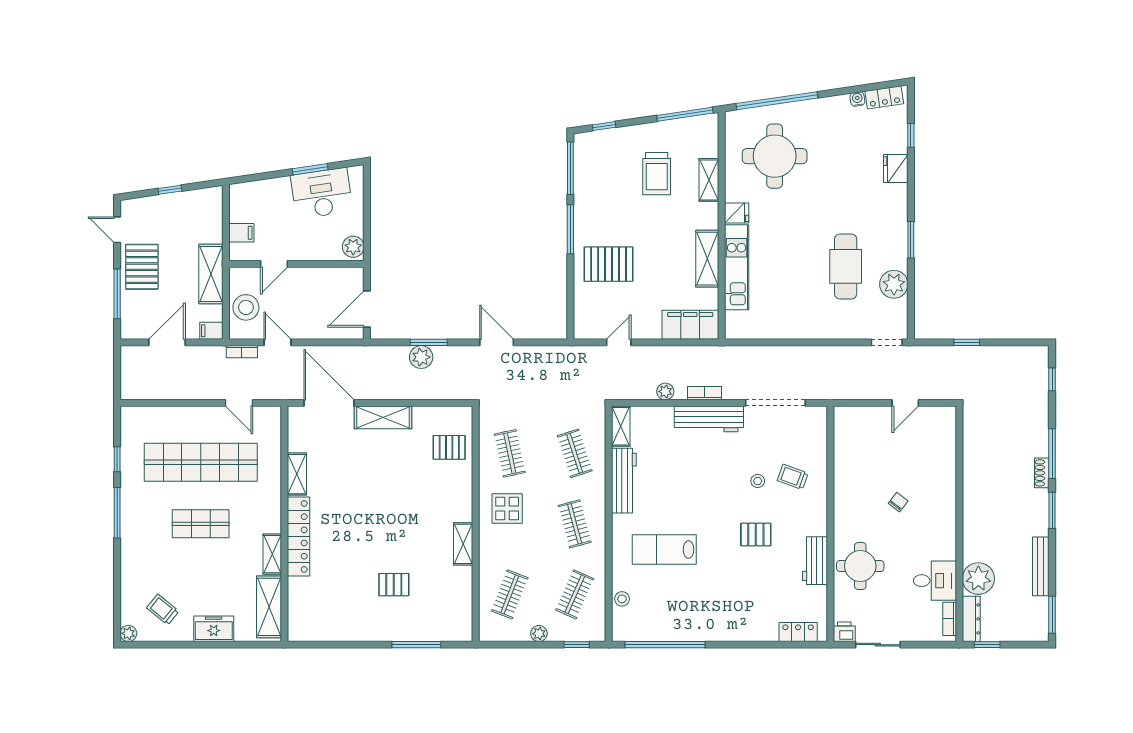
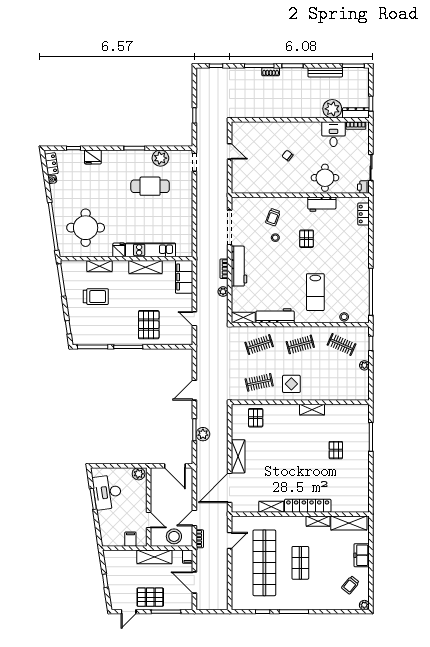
clothes rail: (510, 594) -> (341, 382), removed

